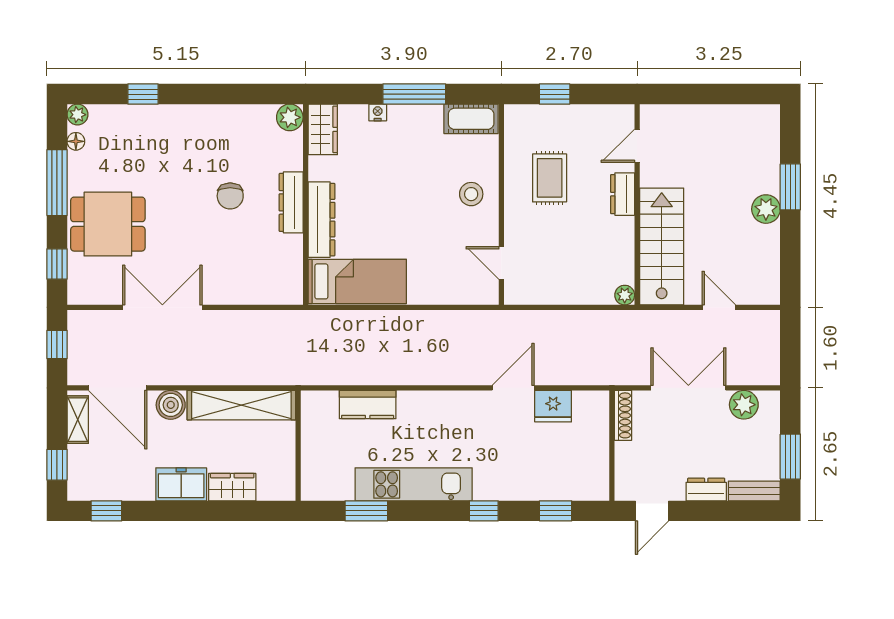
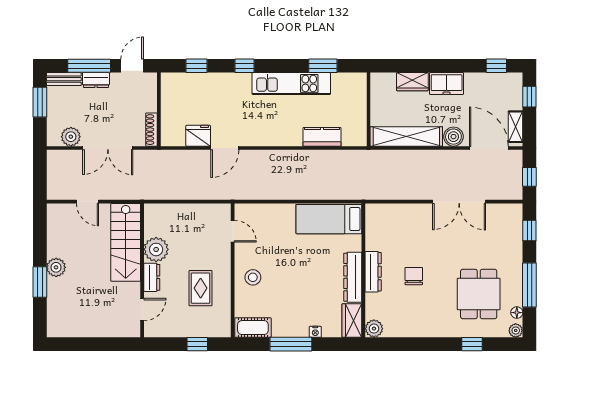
dresser: (322, 220) -> (353, 277), moved
dining table: (108, 224) -> (479, 294), moved, turned 90
plant: (625, 295) -> (156, 249), moved, width x1.88, depth x1.88
window: (716, 511) -> (89, 66), added

